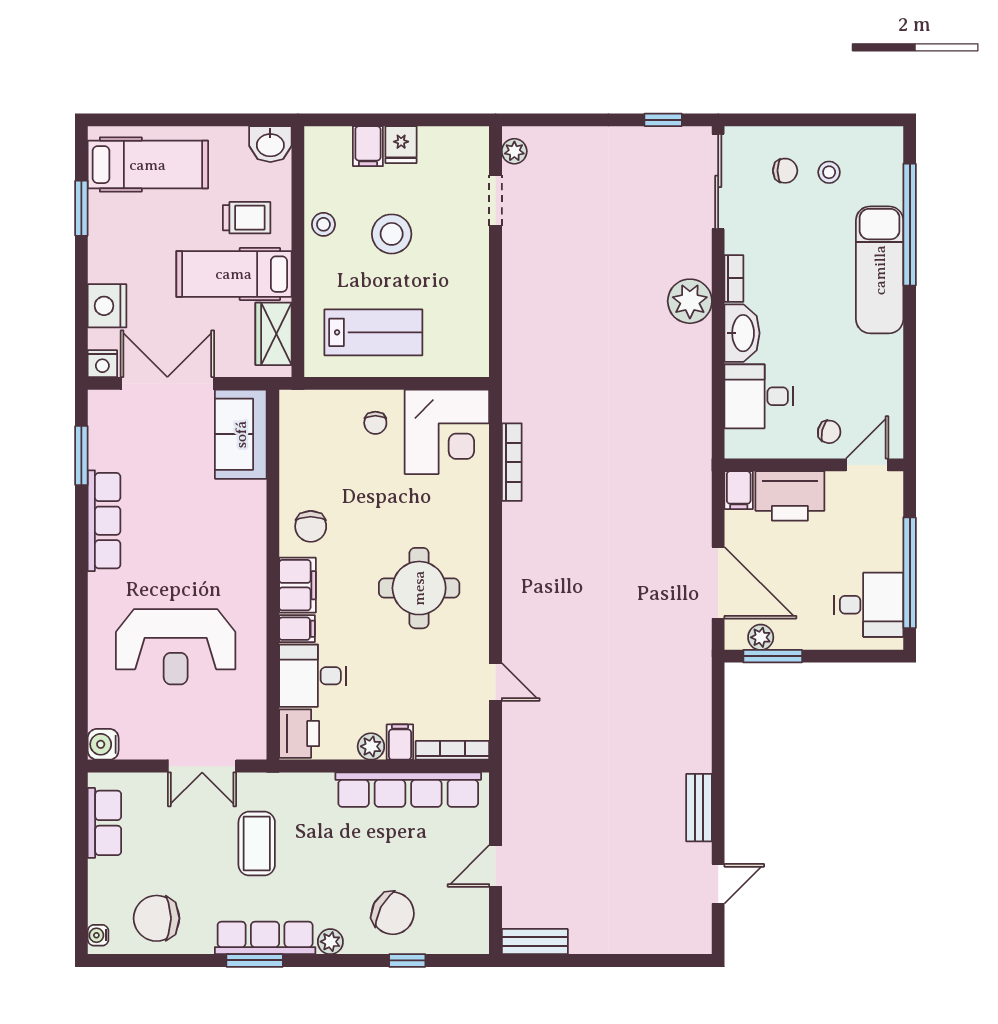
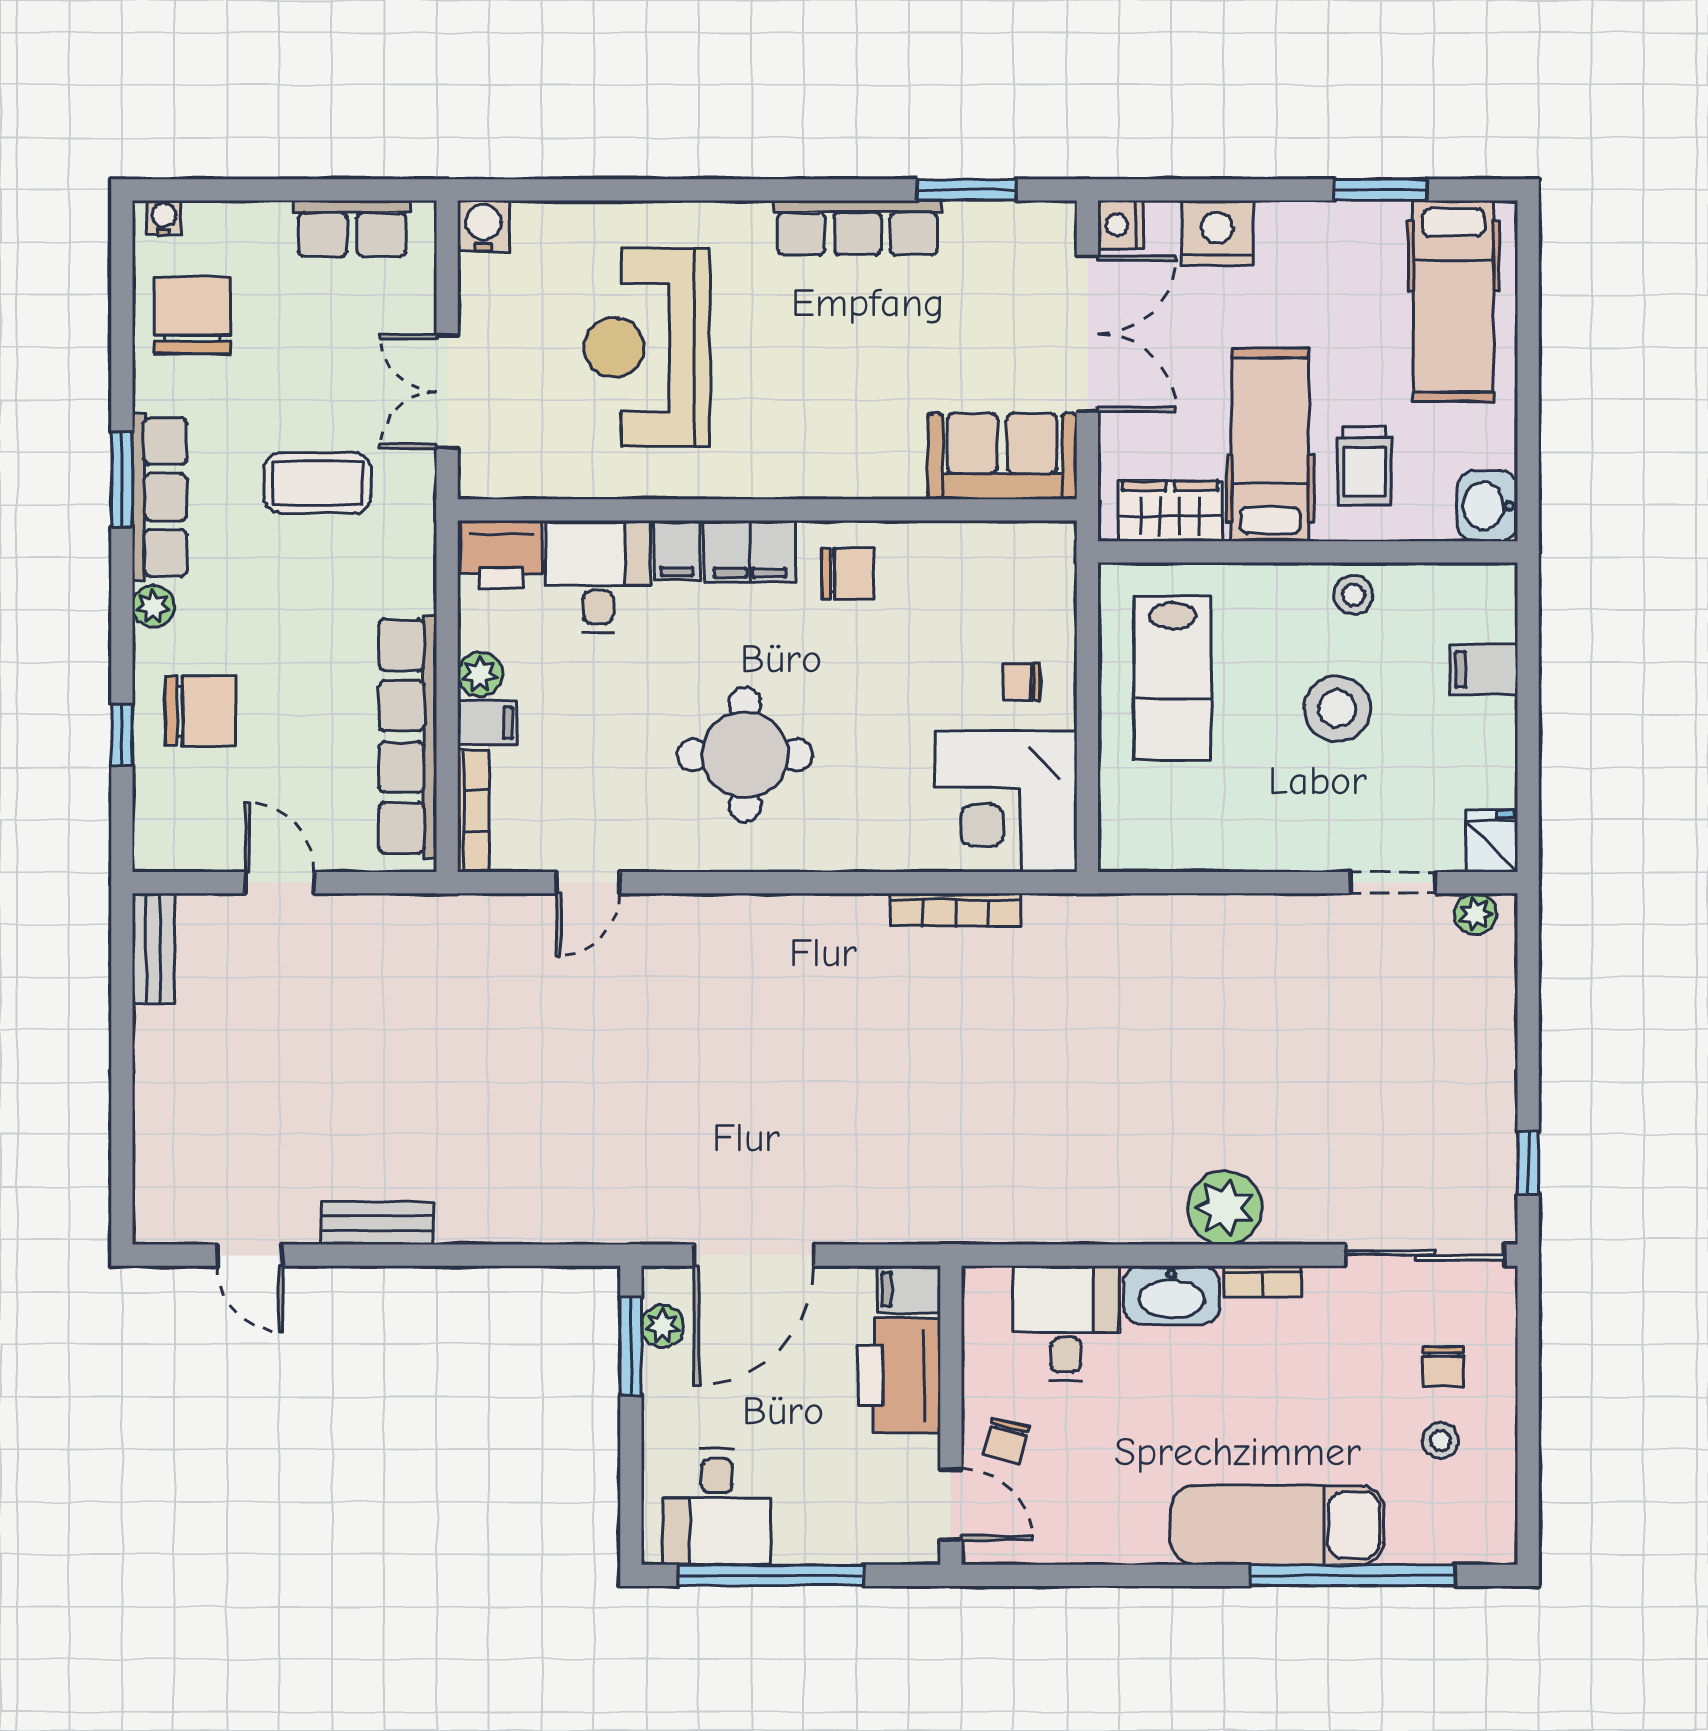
fridge: (401, 145) -> (1492, 841), moved, turned 90
chair: (311, 526) -> (848, 573), turned 180
chair: (393, 913) -> (201, 711), turned -118

